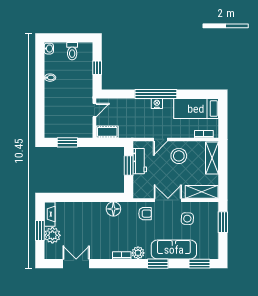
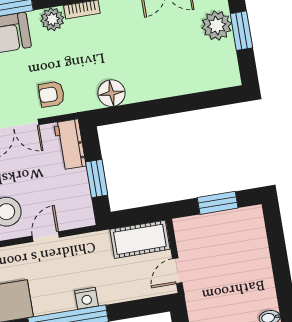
nightstand: (157, 104) -> (87, 298), moved
cot: (107, 132) -> (140, 239), width x1.37, depth x1.34
workbench: (140, 161) -> (70, 144), moved
fireplace: (50, 214) -> (228, 64), removed

